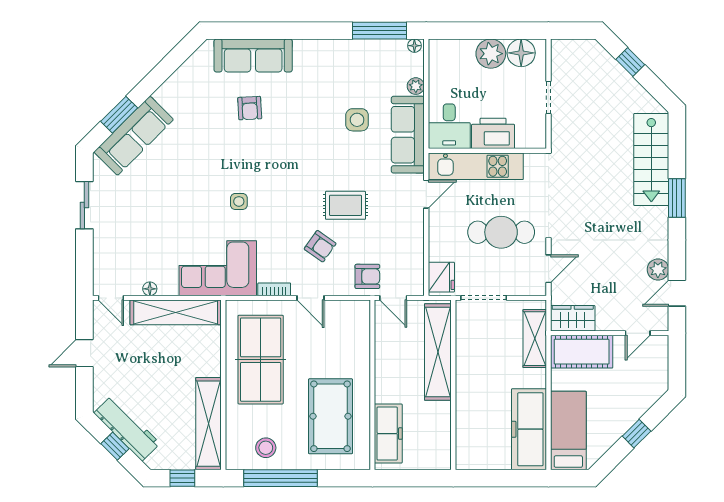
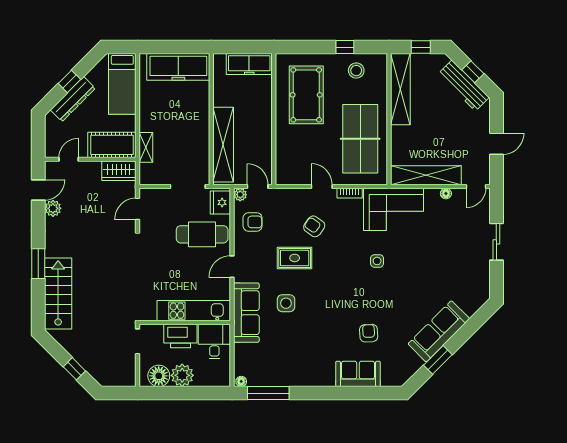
sofa: (253, 55) -> (358, 374), width x0.73
plant: (416, 86) -> (240, 195), moved
window: (119, 115) -> (438, 360), moved
side table: (357, 120) -> (286, 303), moved
desk: (449, 126) -> (214, 342), moved
printer: (493, 133) -> (180, 336), moved
sofa: (134, 136) -> (439, 331), moved
wall: (487, 151) -> (185, 323), moved
kitchen unit: (476, 166) -> (194, 311), moved
sliding door: (84, 205) -> (496, 242), moved
cafe table: (501, 232) -> (202, 234), moved
armchair: (367, 276) -> (253, 222), moved, turned 180
door: (111, 298) -> (476, 186), swing flipped
shelving: (535, 339) -> (146, 147), width x0.67, depth x0.75
dresser: (632, 411) -> (73, 99), added
freezer: (529, 429) -> (178, 67), moved, turned 90
freezer: (388, 434) -> (249, 64), moved, turned -90
window: (281, 478) -> (345, 47), width x0.32

